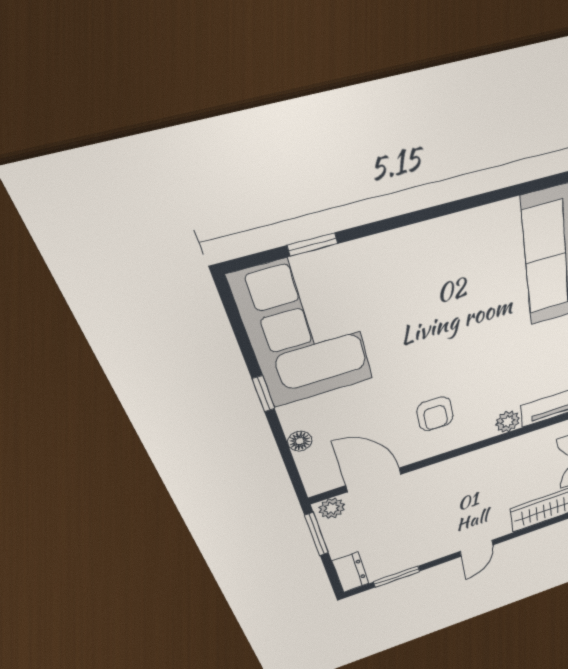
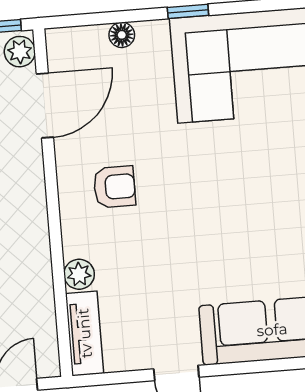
armchair: (435, 414) -> (114, 187), turned 180

